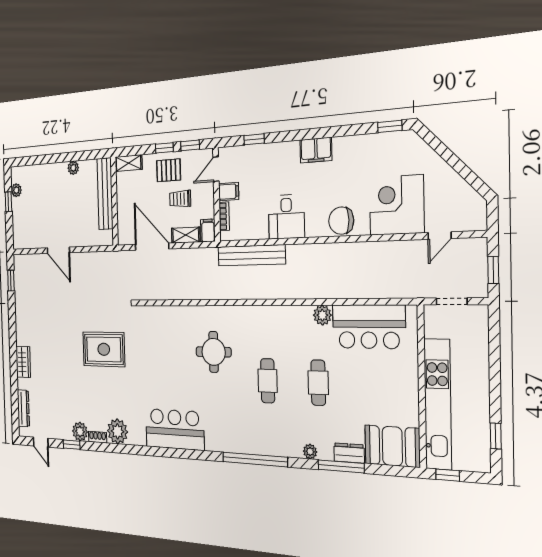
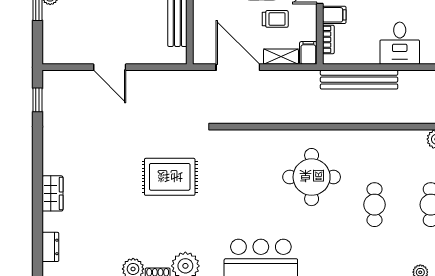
trolley: (180, 199) -> (275, 19), turned 180
round table: (214, 352) -> (312, 177), width x1.36, depth x1.36
dresser: (23, 408) -> (50, 247), width x0.70

